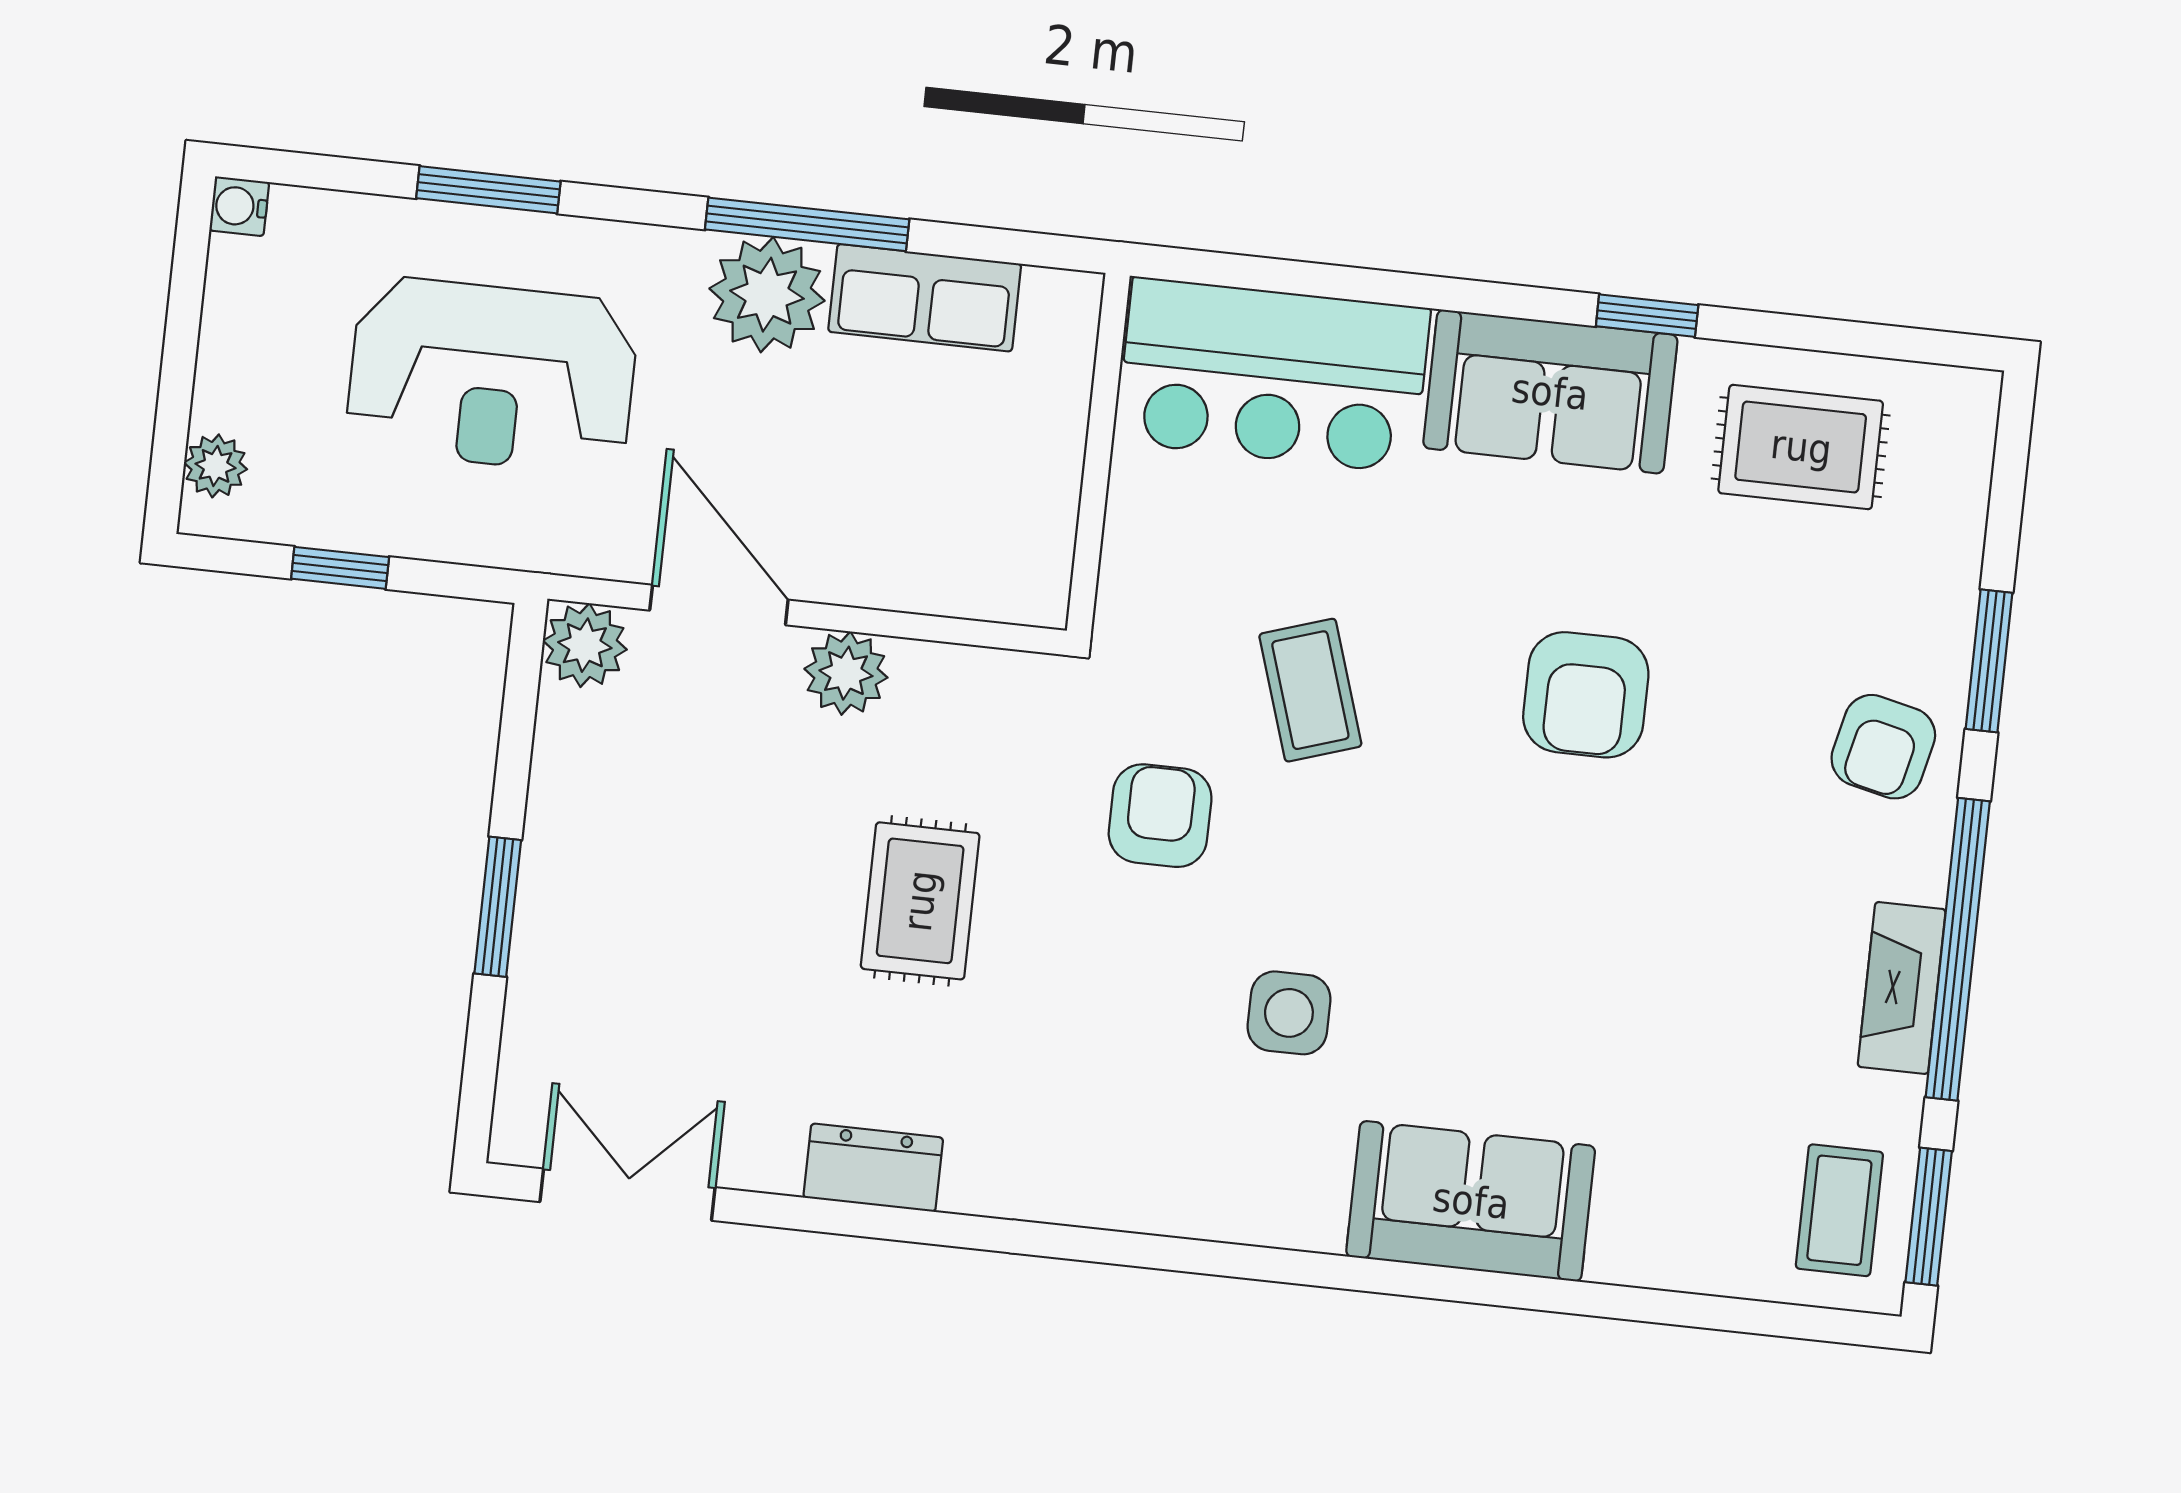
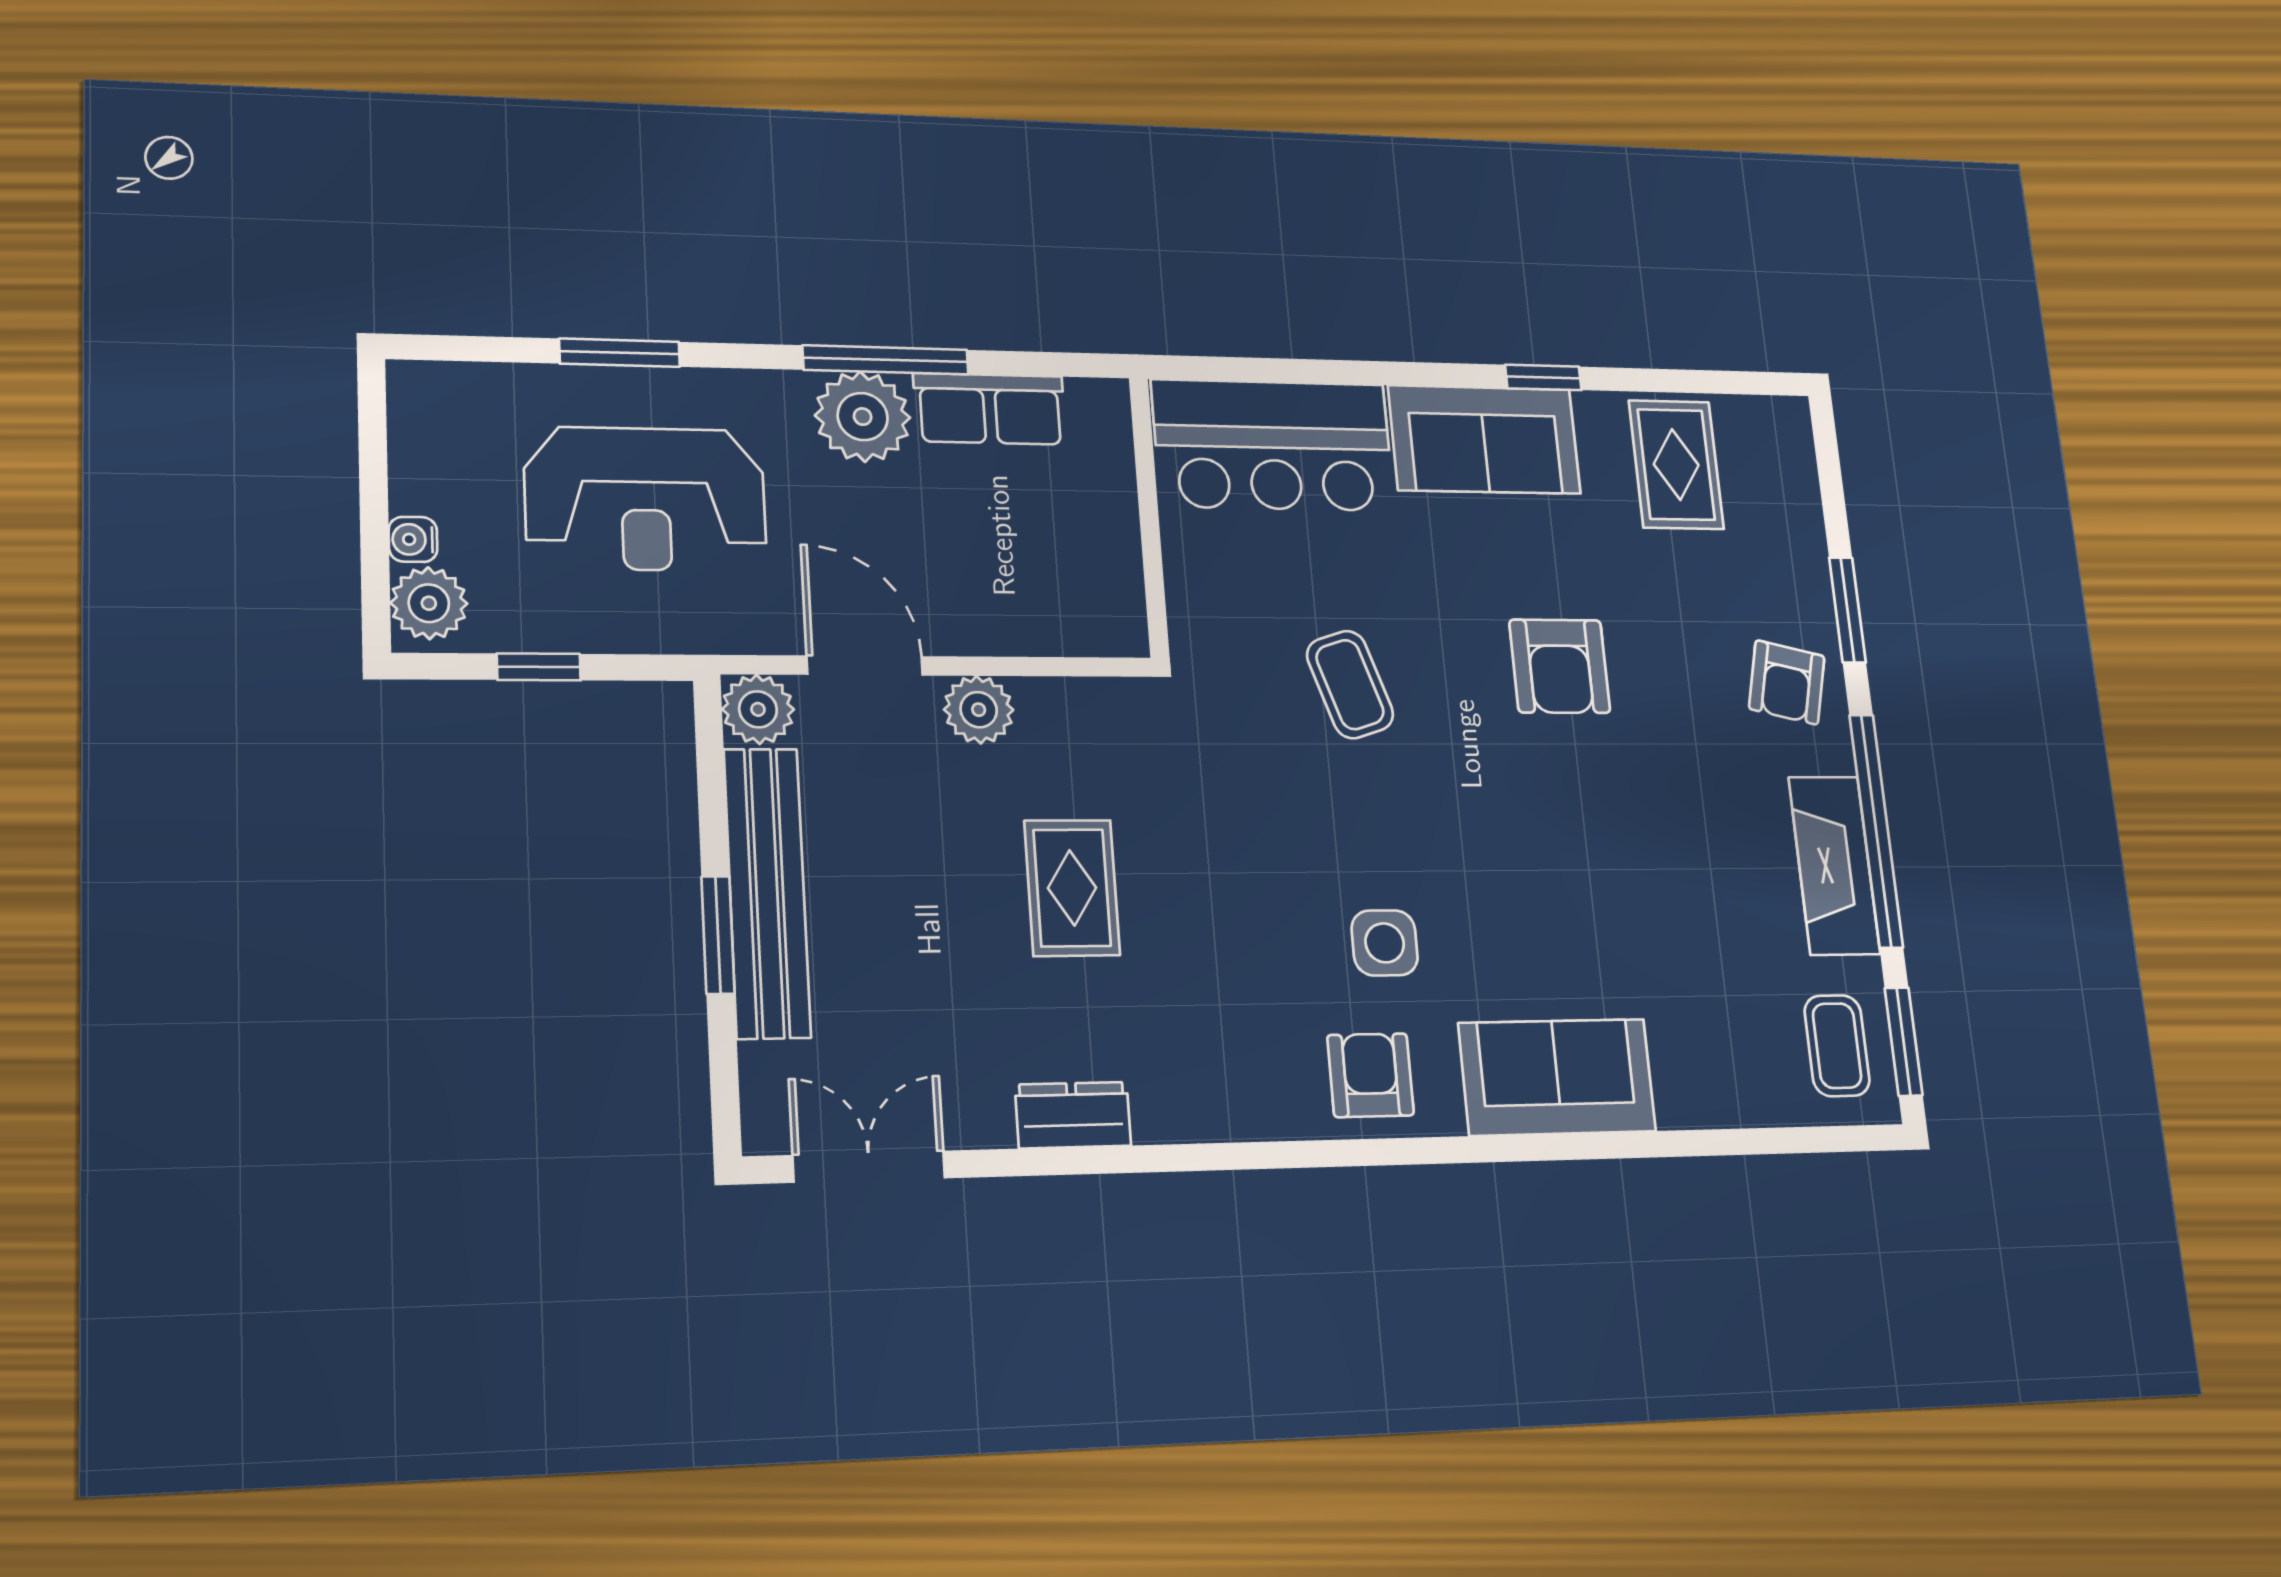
water cooler: (239, 206) -> (413, 539), moved
rug: (1801, 447) -> (1676, 465), turned 90
plant: (216, 466) -> (429, 603), width x1.38, depth x1.38
armchair: (1160, 816) -> (1371, 1075), moved
bench: (561, 864) -> (767, 892), added
fireplace: (1902, 988) -> (1834, 865), width x1.37, depth x1.32

